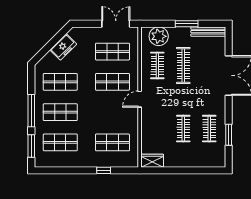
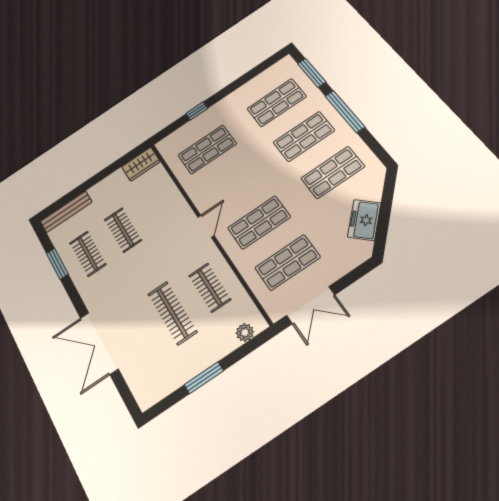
bench: (208, 32) -> (66, 212), moved
plant: (159, 36) -> (245, 332), width x0.53, depth x0.53

